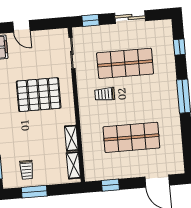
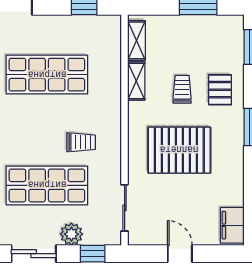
door: (21, 26) -> (180, 254), moved
plant: (106, 32) -> (71, 234), added
pallet: (15, 137) -> (220, 90), added
trolley: (27, 170) -> (182, 89), moved

